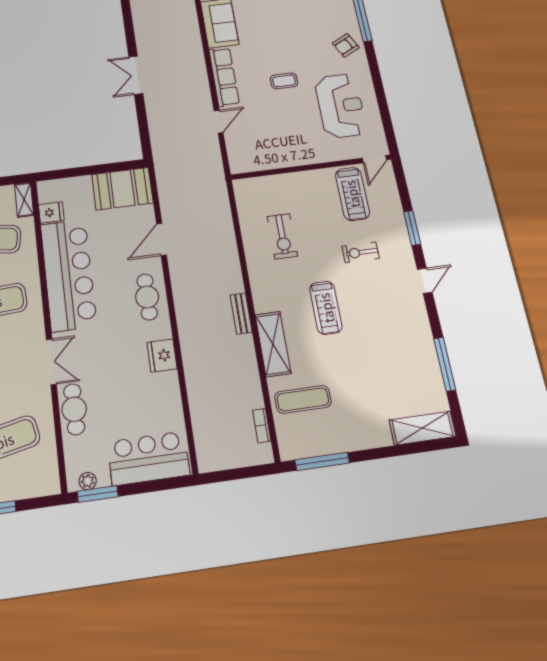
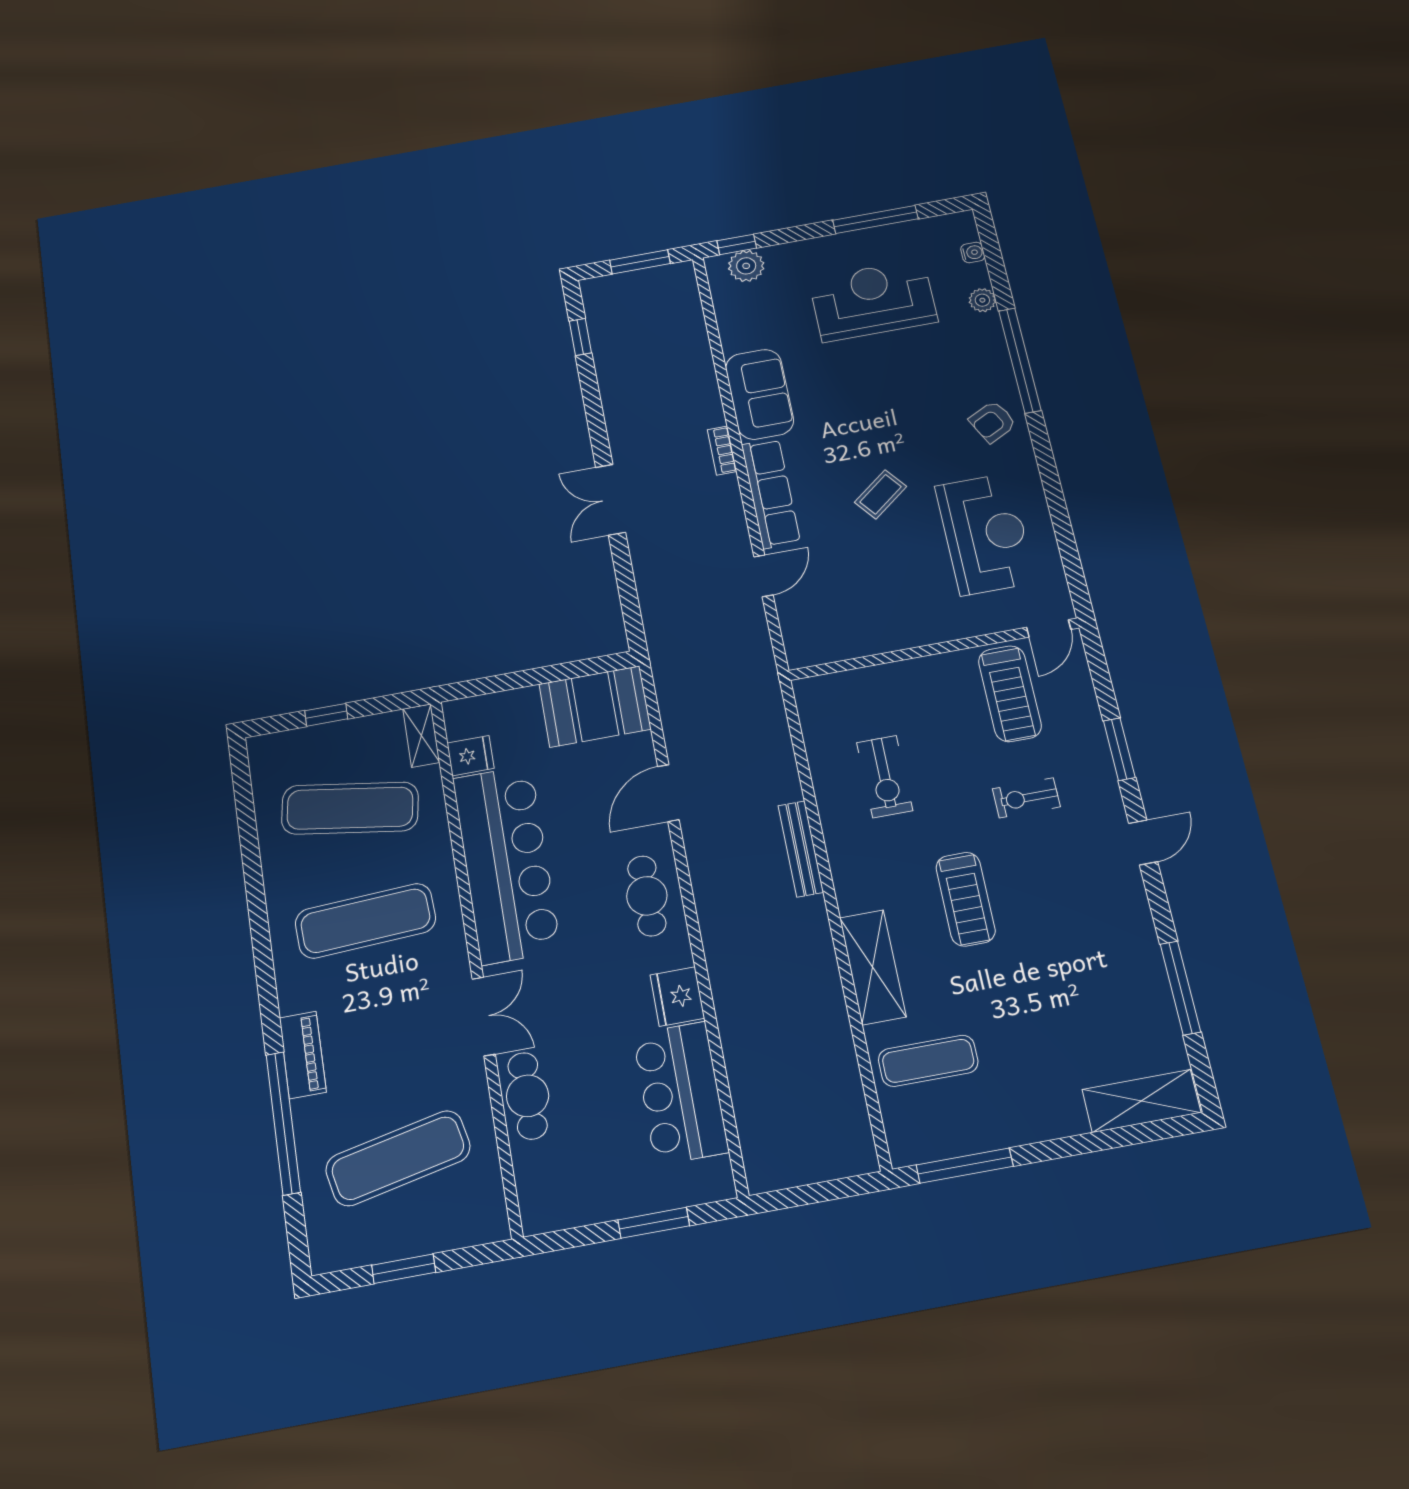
coffee table: (284, 81) -> (881, 494), turned -38
bench: (241, 313) -> (801, 849), moved, width x1.36
bookcase: (262, 426) -> (722, 451), moved
bar counter: (149, 458) -> (681, 1093), moved, turned -90
plant: (88, 481) -> (557, 1216), removed
window: (98, 494) -> (654, 1223), moved

